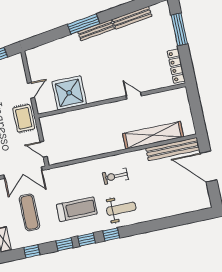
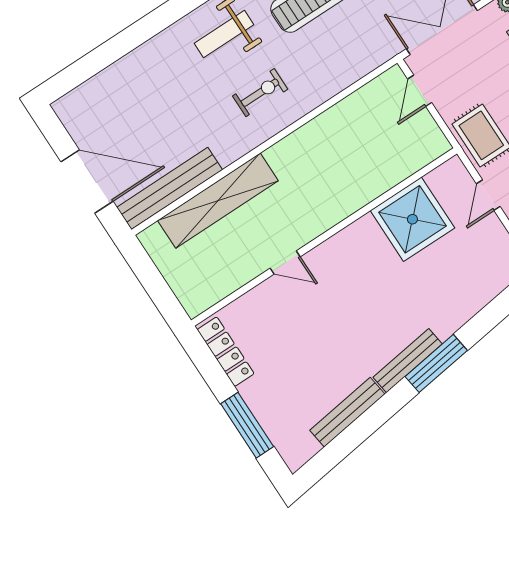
door: (44, 149) -> (420, 91), swing flipped

